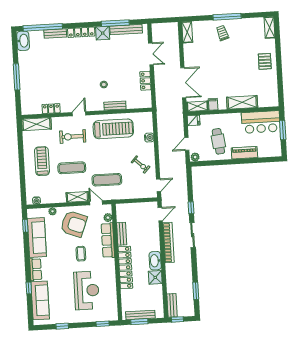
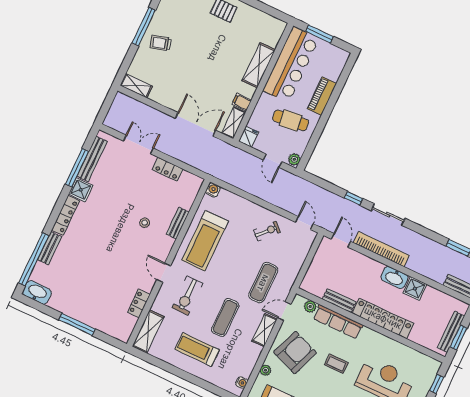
bar counter: (261, 122) -> (291, 64), width x1.36
treadmill: (113, 129) -> (205, 241), turned 180
water cooler: (149, 138) -> (213, 190), moved

